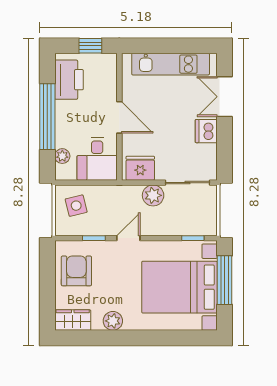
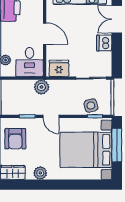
plant: (153, 195) -> (41, 87), moved
side table: (76, 206) -> (91, 105), moved
door: (128, 238) -> (51, 116), swing flipped
armchair: (76, 271) -> (15, 139), turned 180

